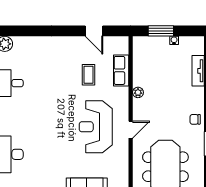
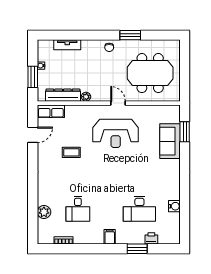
dresser: (140, 66) -> (63, 95), added
row of seats: (121, 70) -> (51, 111), moved
coffee table: (88, 75) -> (71, 152), moved

